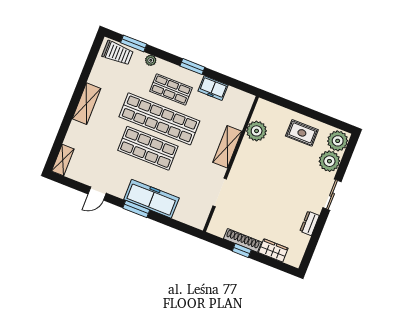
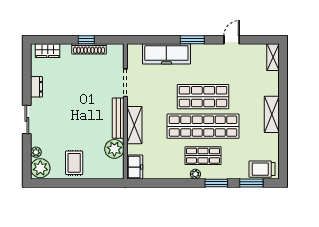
plant: (151, 60) -> (195, 174), moved
window: (192, 67) -> (216, 183), moved
freezer: (213, 88) -> (135, 167), moved, turned 90
rug: (302, 133) -> (74, 163), turned 90
bench: (241, 160) -> (118, 118), added
plant: (329, 161) -> (36, 152), width x0.53, depth x0.53
freezer: (151, 199) -> (166, 54), moved
wardrobe: (273, 250) -> (48, 51), moved

